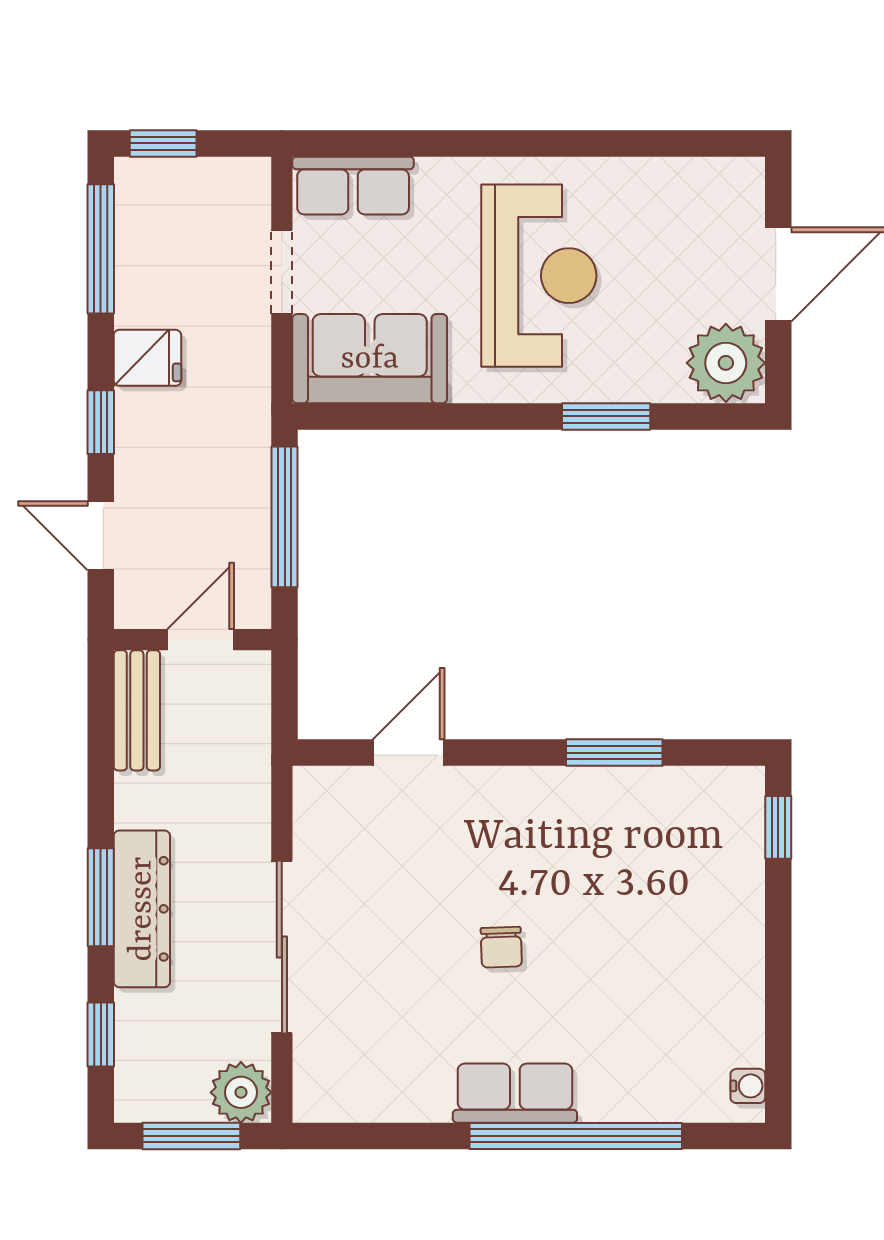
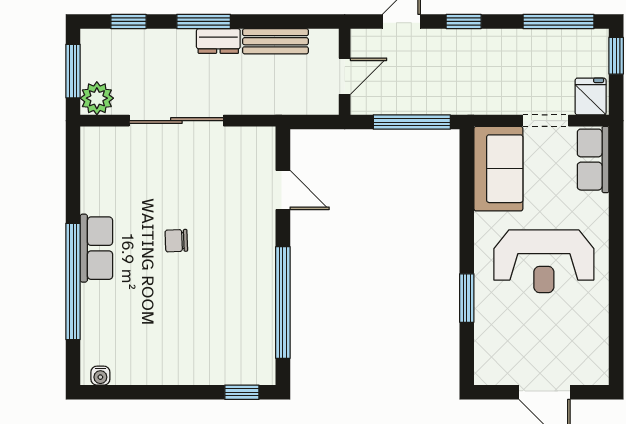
fridge: (147, 358) -> (591, 96), moved, turned 180
plant: (726, 363) -> (496, 364), removed
door: (201, 640) -> (345, 76), hinge flipped
bench: (137, 710) -> (275, 41), moved
window: (614, 753) -> (283, 302), width x2.11
dresser: (142, 909) -> (218, 41), width x0.51, depth x0.80

